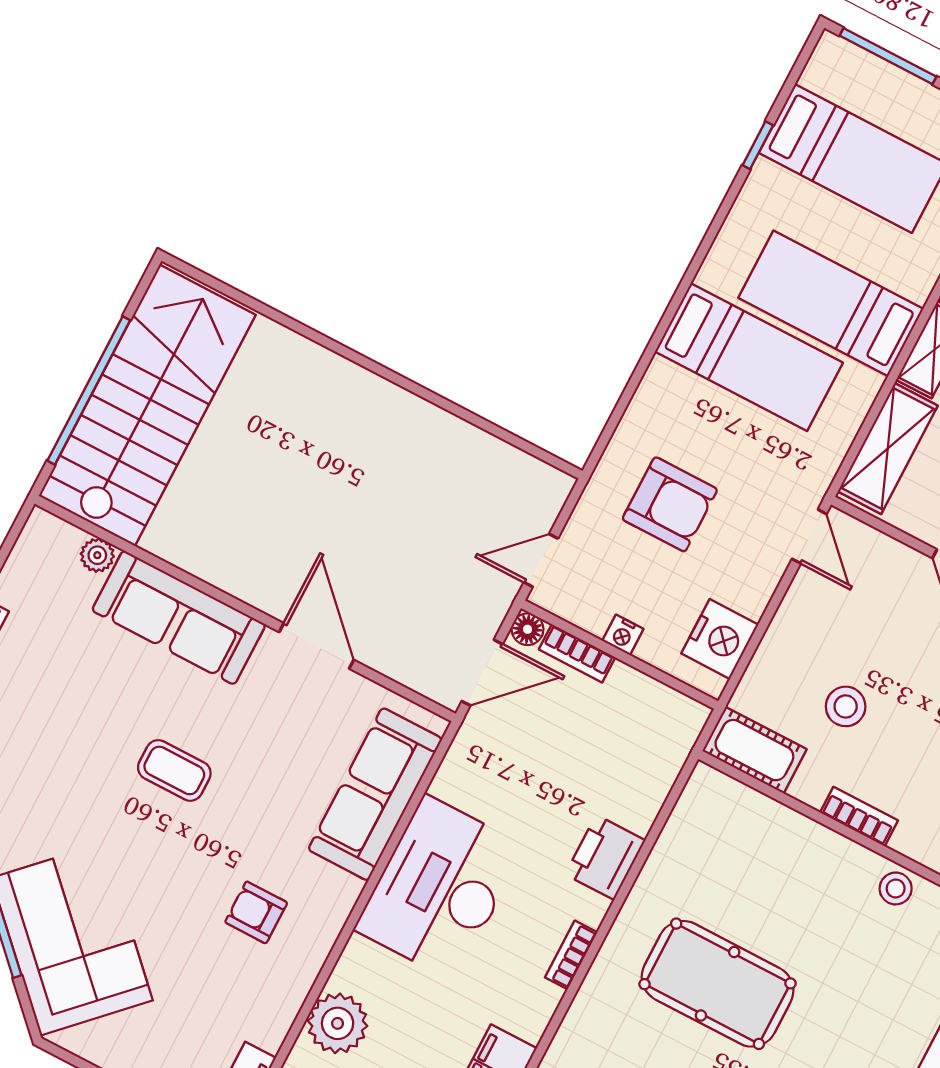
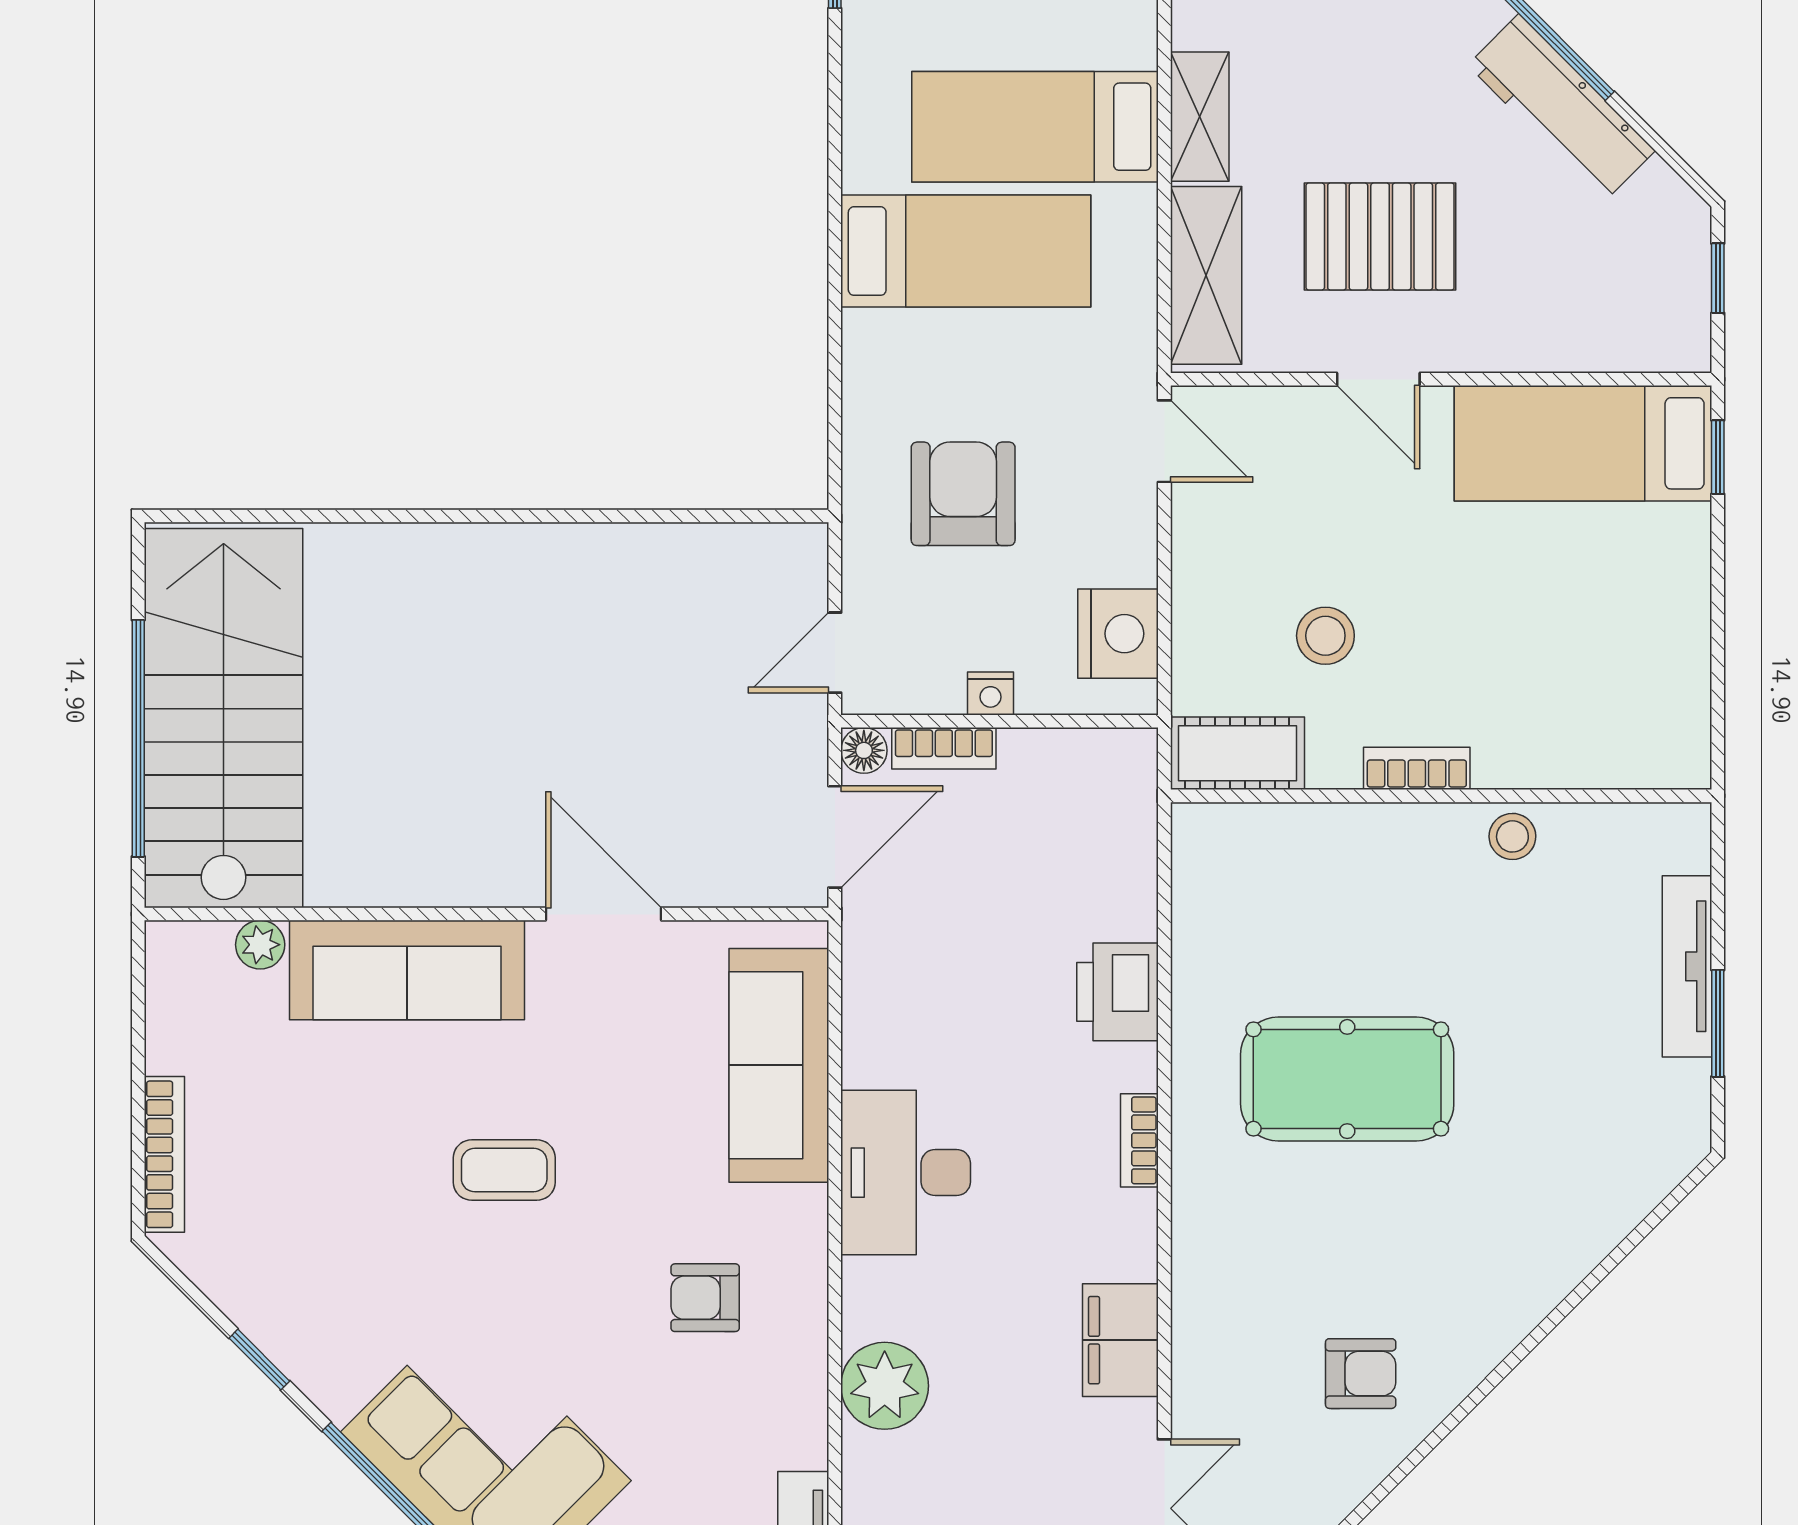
armchair: (670, 504) -> (963, 494), turned -90
desk: (440, 888) -> (906, 1173), width x0.73, depth x0.77

